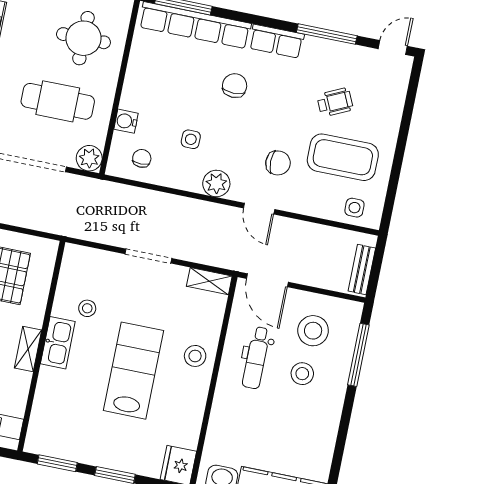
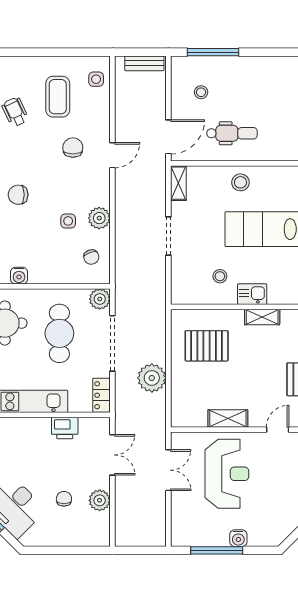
water cooler: (126, 121) -> (19, 276), moved
coffee table: (343, 157) -> (58, 97), width x0.73, depth x0.76
chair: (142, 158) -> (91, 257), turned -109
plant: (216, 183) -> (99, 218), moved
stool: (313, 331) -> (201, 92), width x0.53, depth x0.53
kitchen sink: (58, 343) -> (252, 294), width x0.73
stool: (302, 374) -> (237, 94), removed

